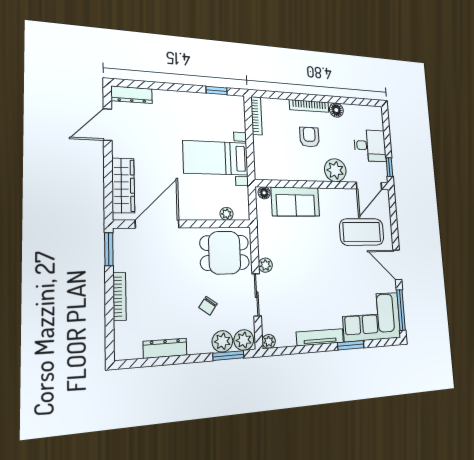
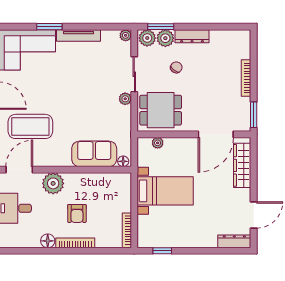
dresser: (165, 348) -> (192, 36), moved

